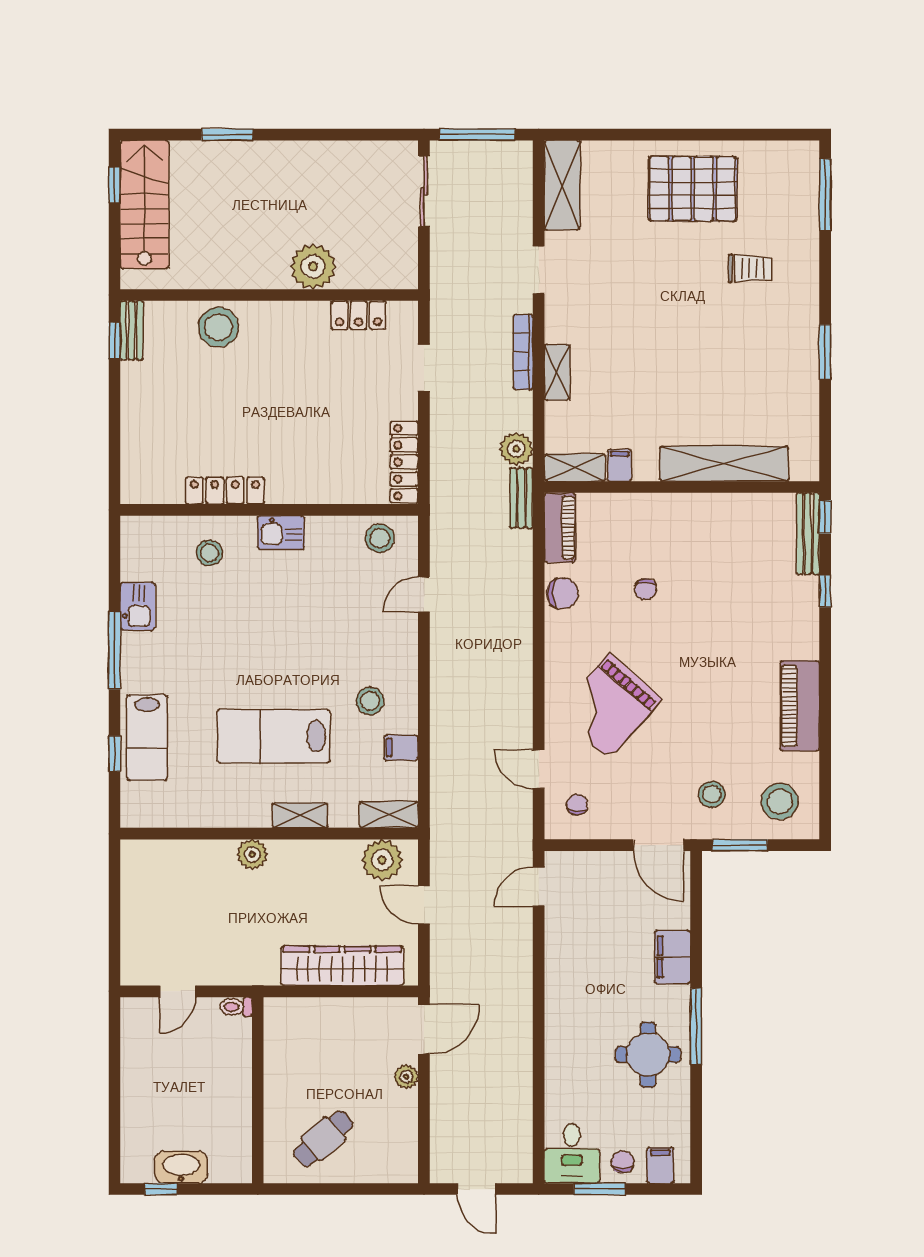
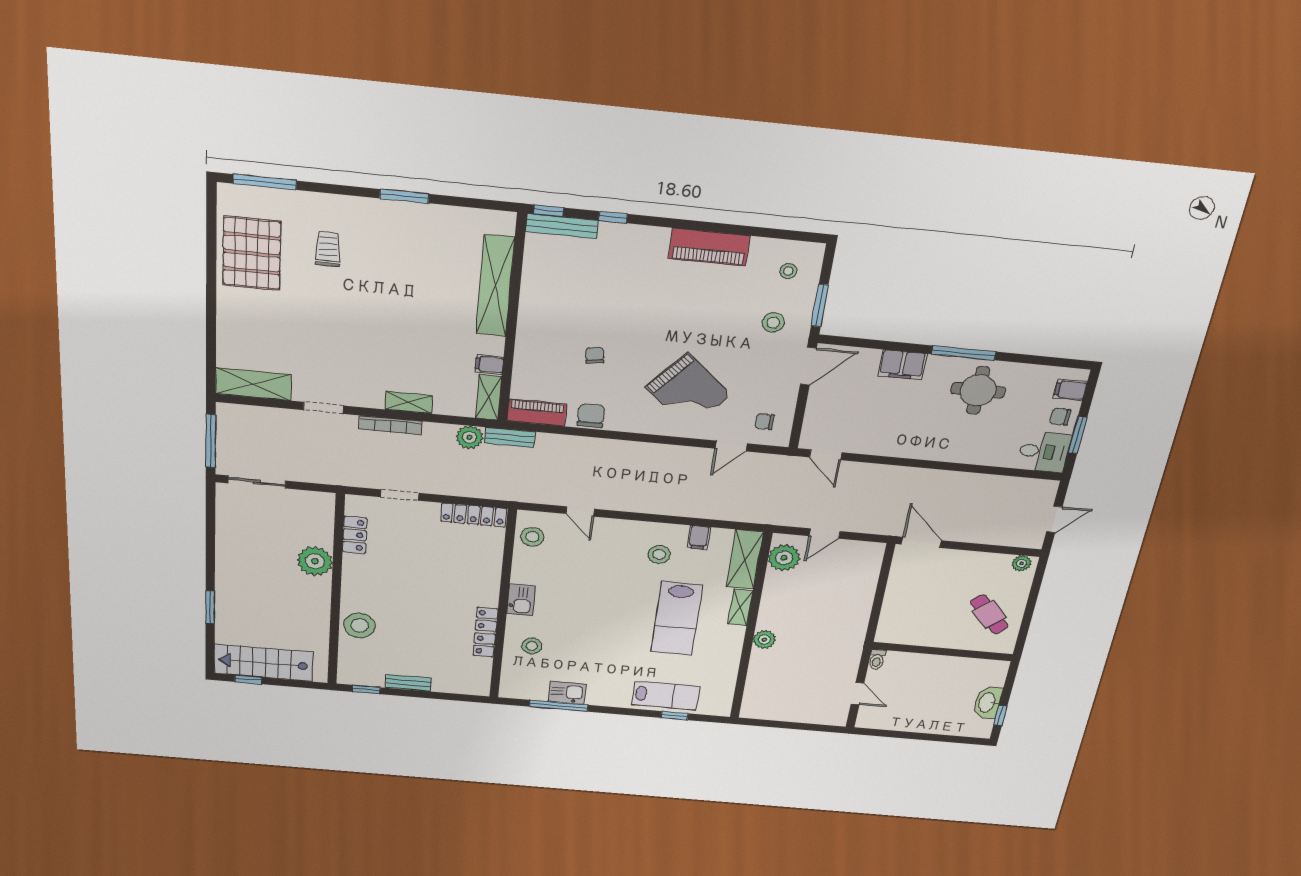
pallet: (693, 189) -> (252, 253), moved
bench: (132, 330) -> (409, 683), moved
chair: (645, 589) -> (595, 355), turned -97
window: (114, 650) -> (559, 706), moved
stool: (780, 801) -> (788, 271), width x0.53, depth x0.53
shelving: (389, 815) -> (745, 560), width x1.50, depth x1.33
wardrobe: (342, 966) -> (861, 591), removed
plant: (406, 1077) -> (1021, 563), moved

